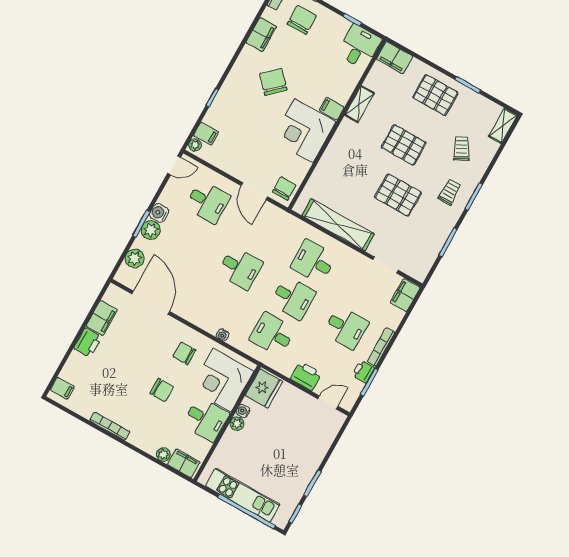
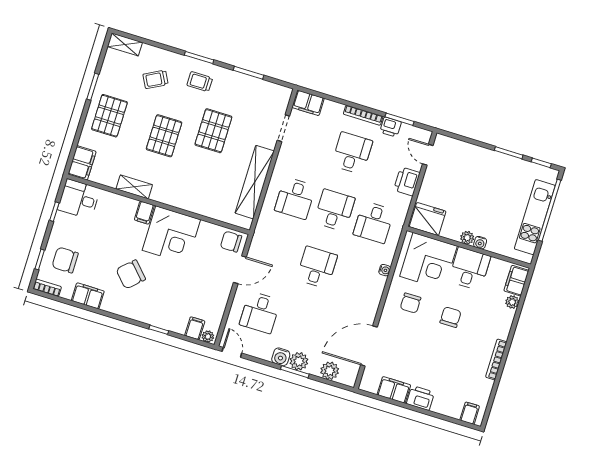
desk: (208, 202) -> (260, 312), turned 180
water cooler: (243, 411) -> (480, 243), moved

